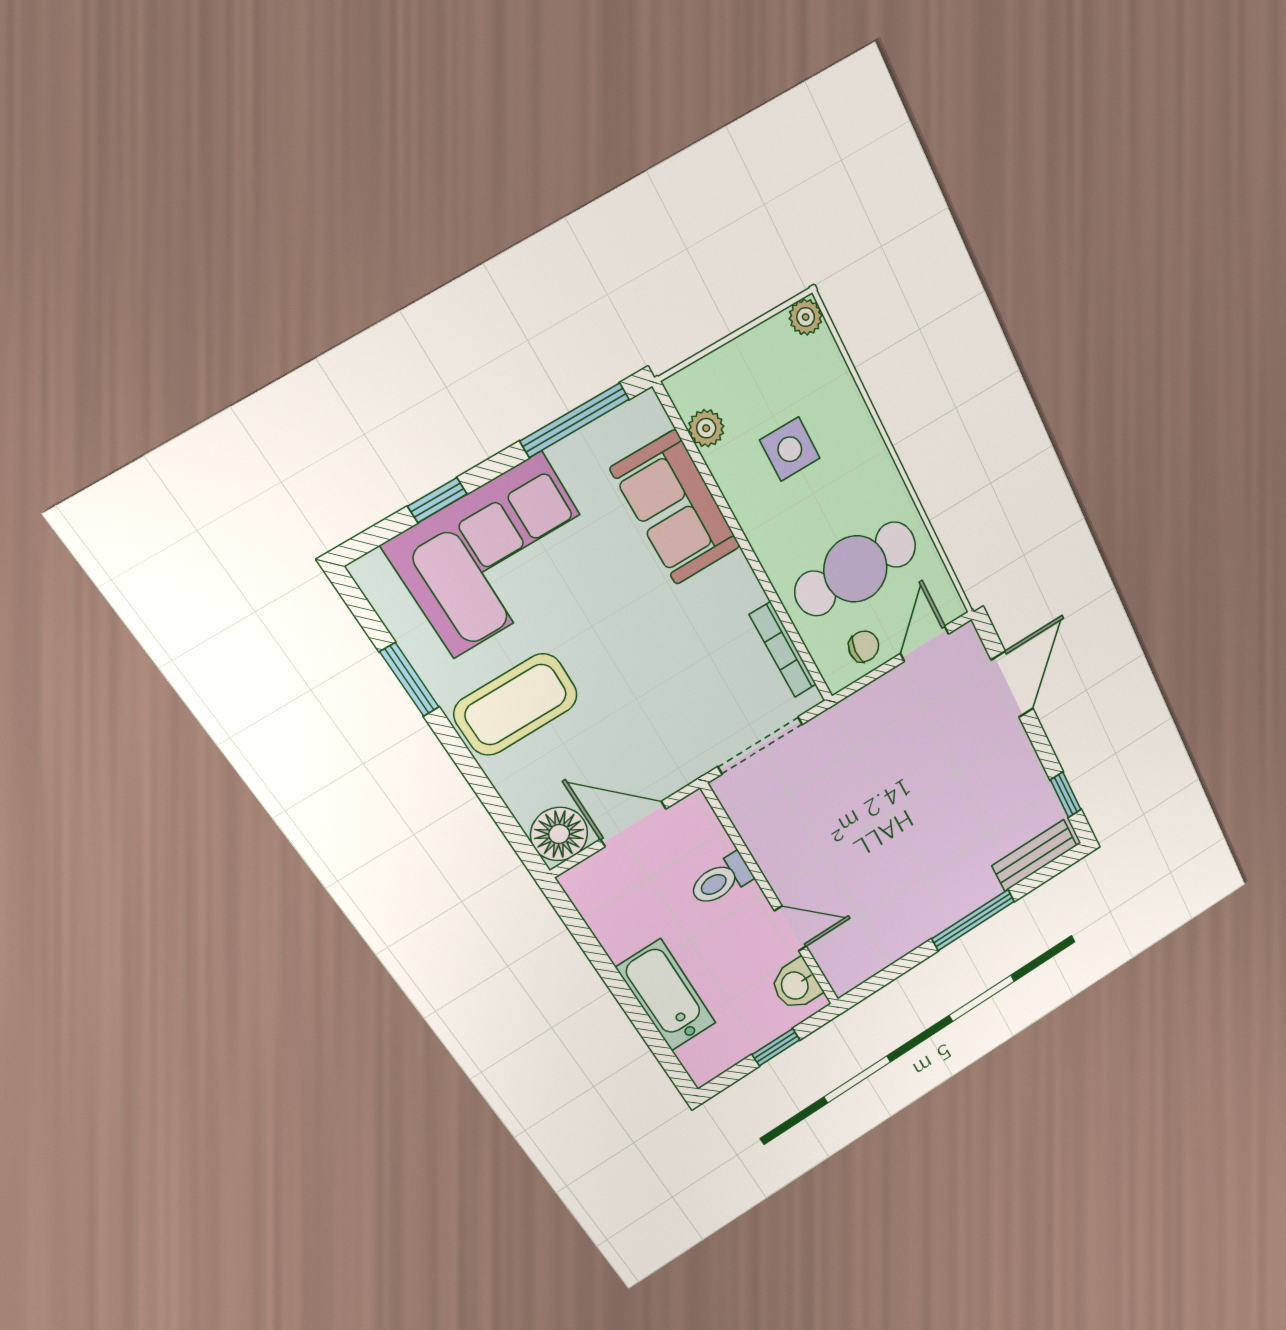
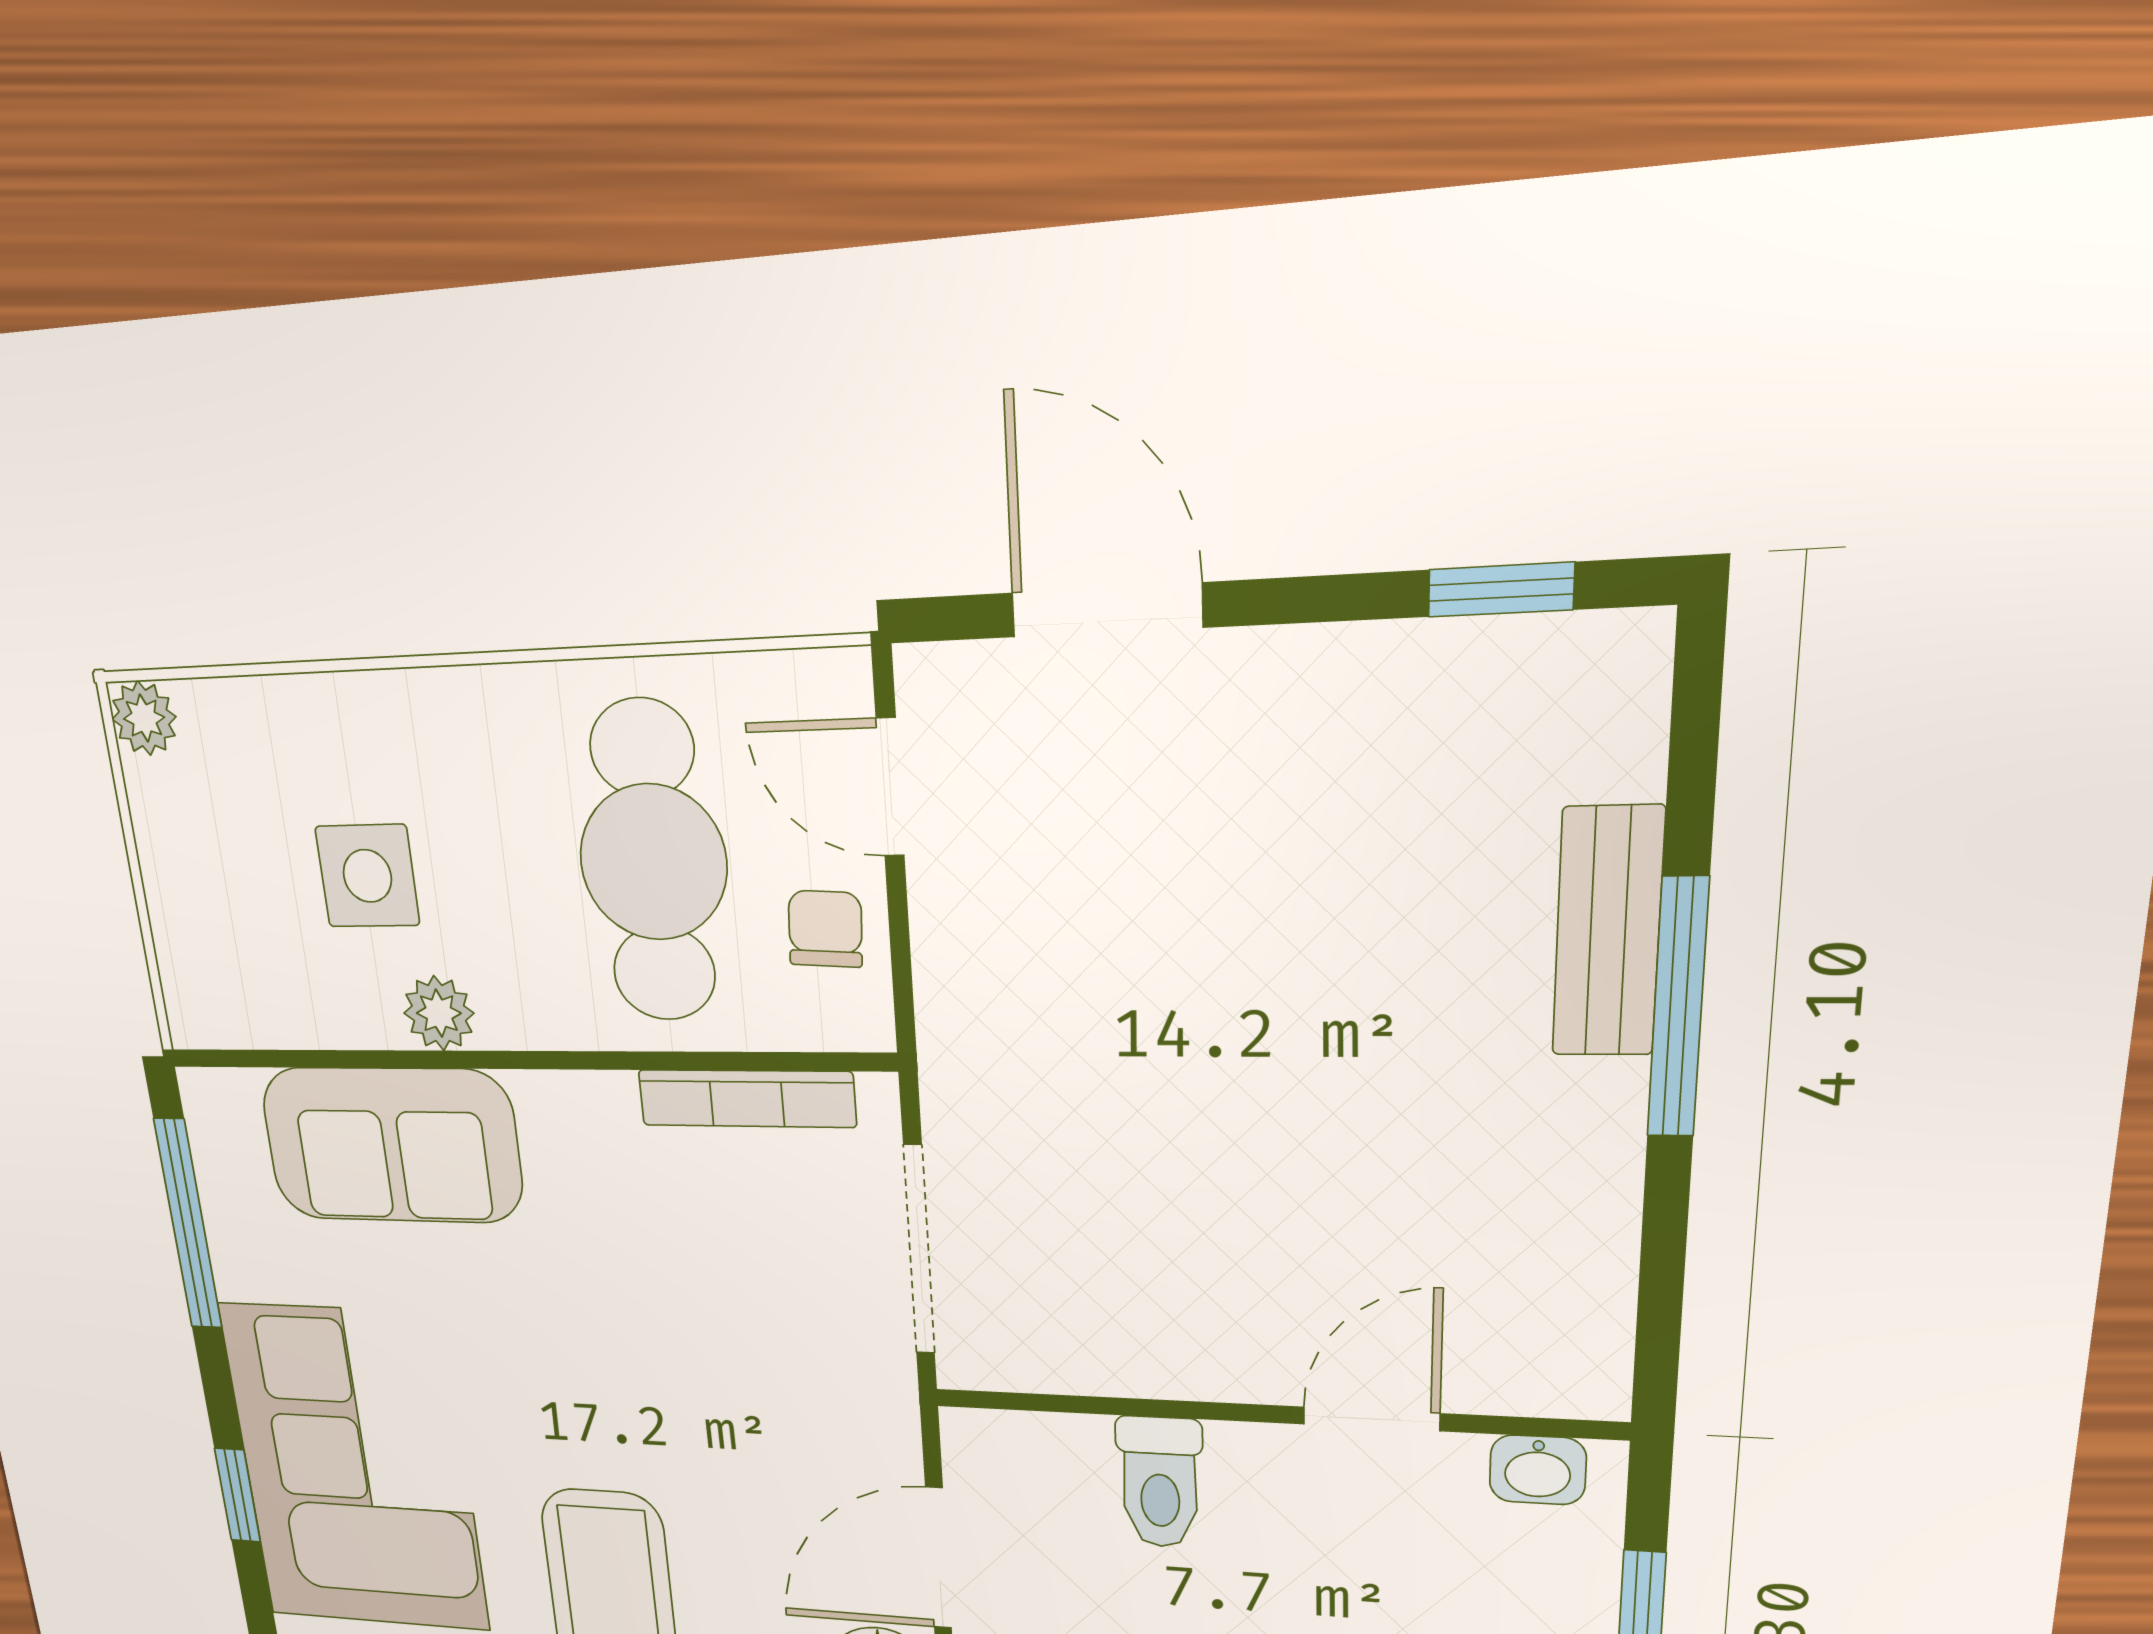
plant: (706, 428) -> (439, 1013), moved
bench: (1034, 856) -> (1608, 932), moved
washbasin: (796, 985) -> (1538, 1470), width x0.72, depth x0.69

